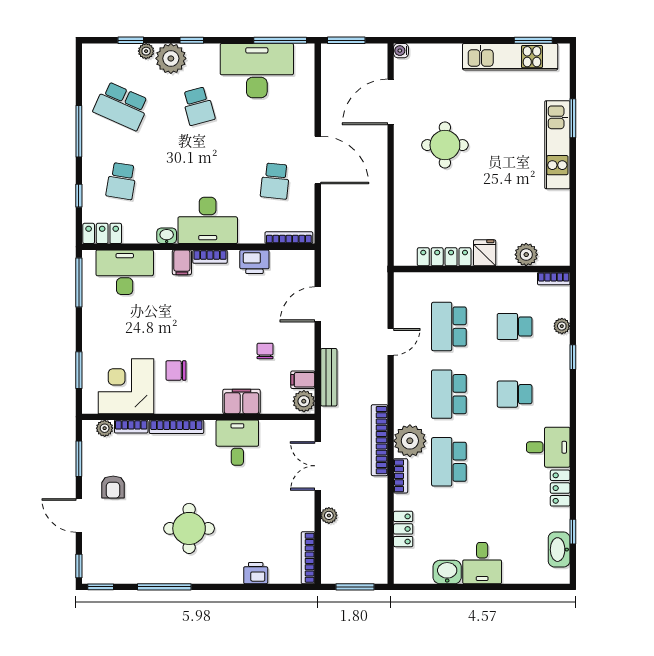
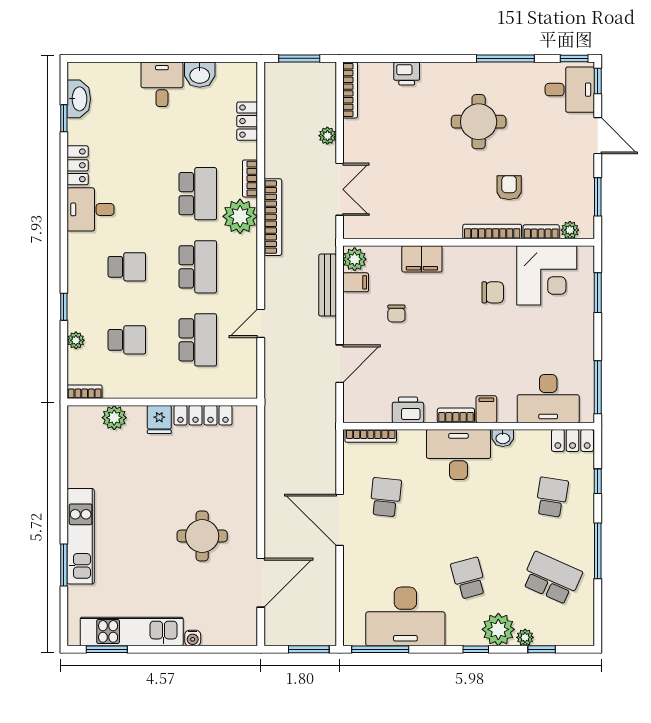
water cooler: (401, 51) -> (193, 638), moved, turned 90
desk: (237, 443) -> (570, 90), moved, turned -90
armchair: (113, 487) -> (509, 188), moved

